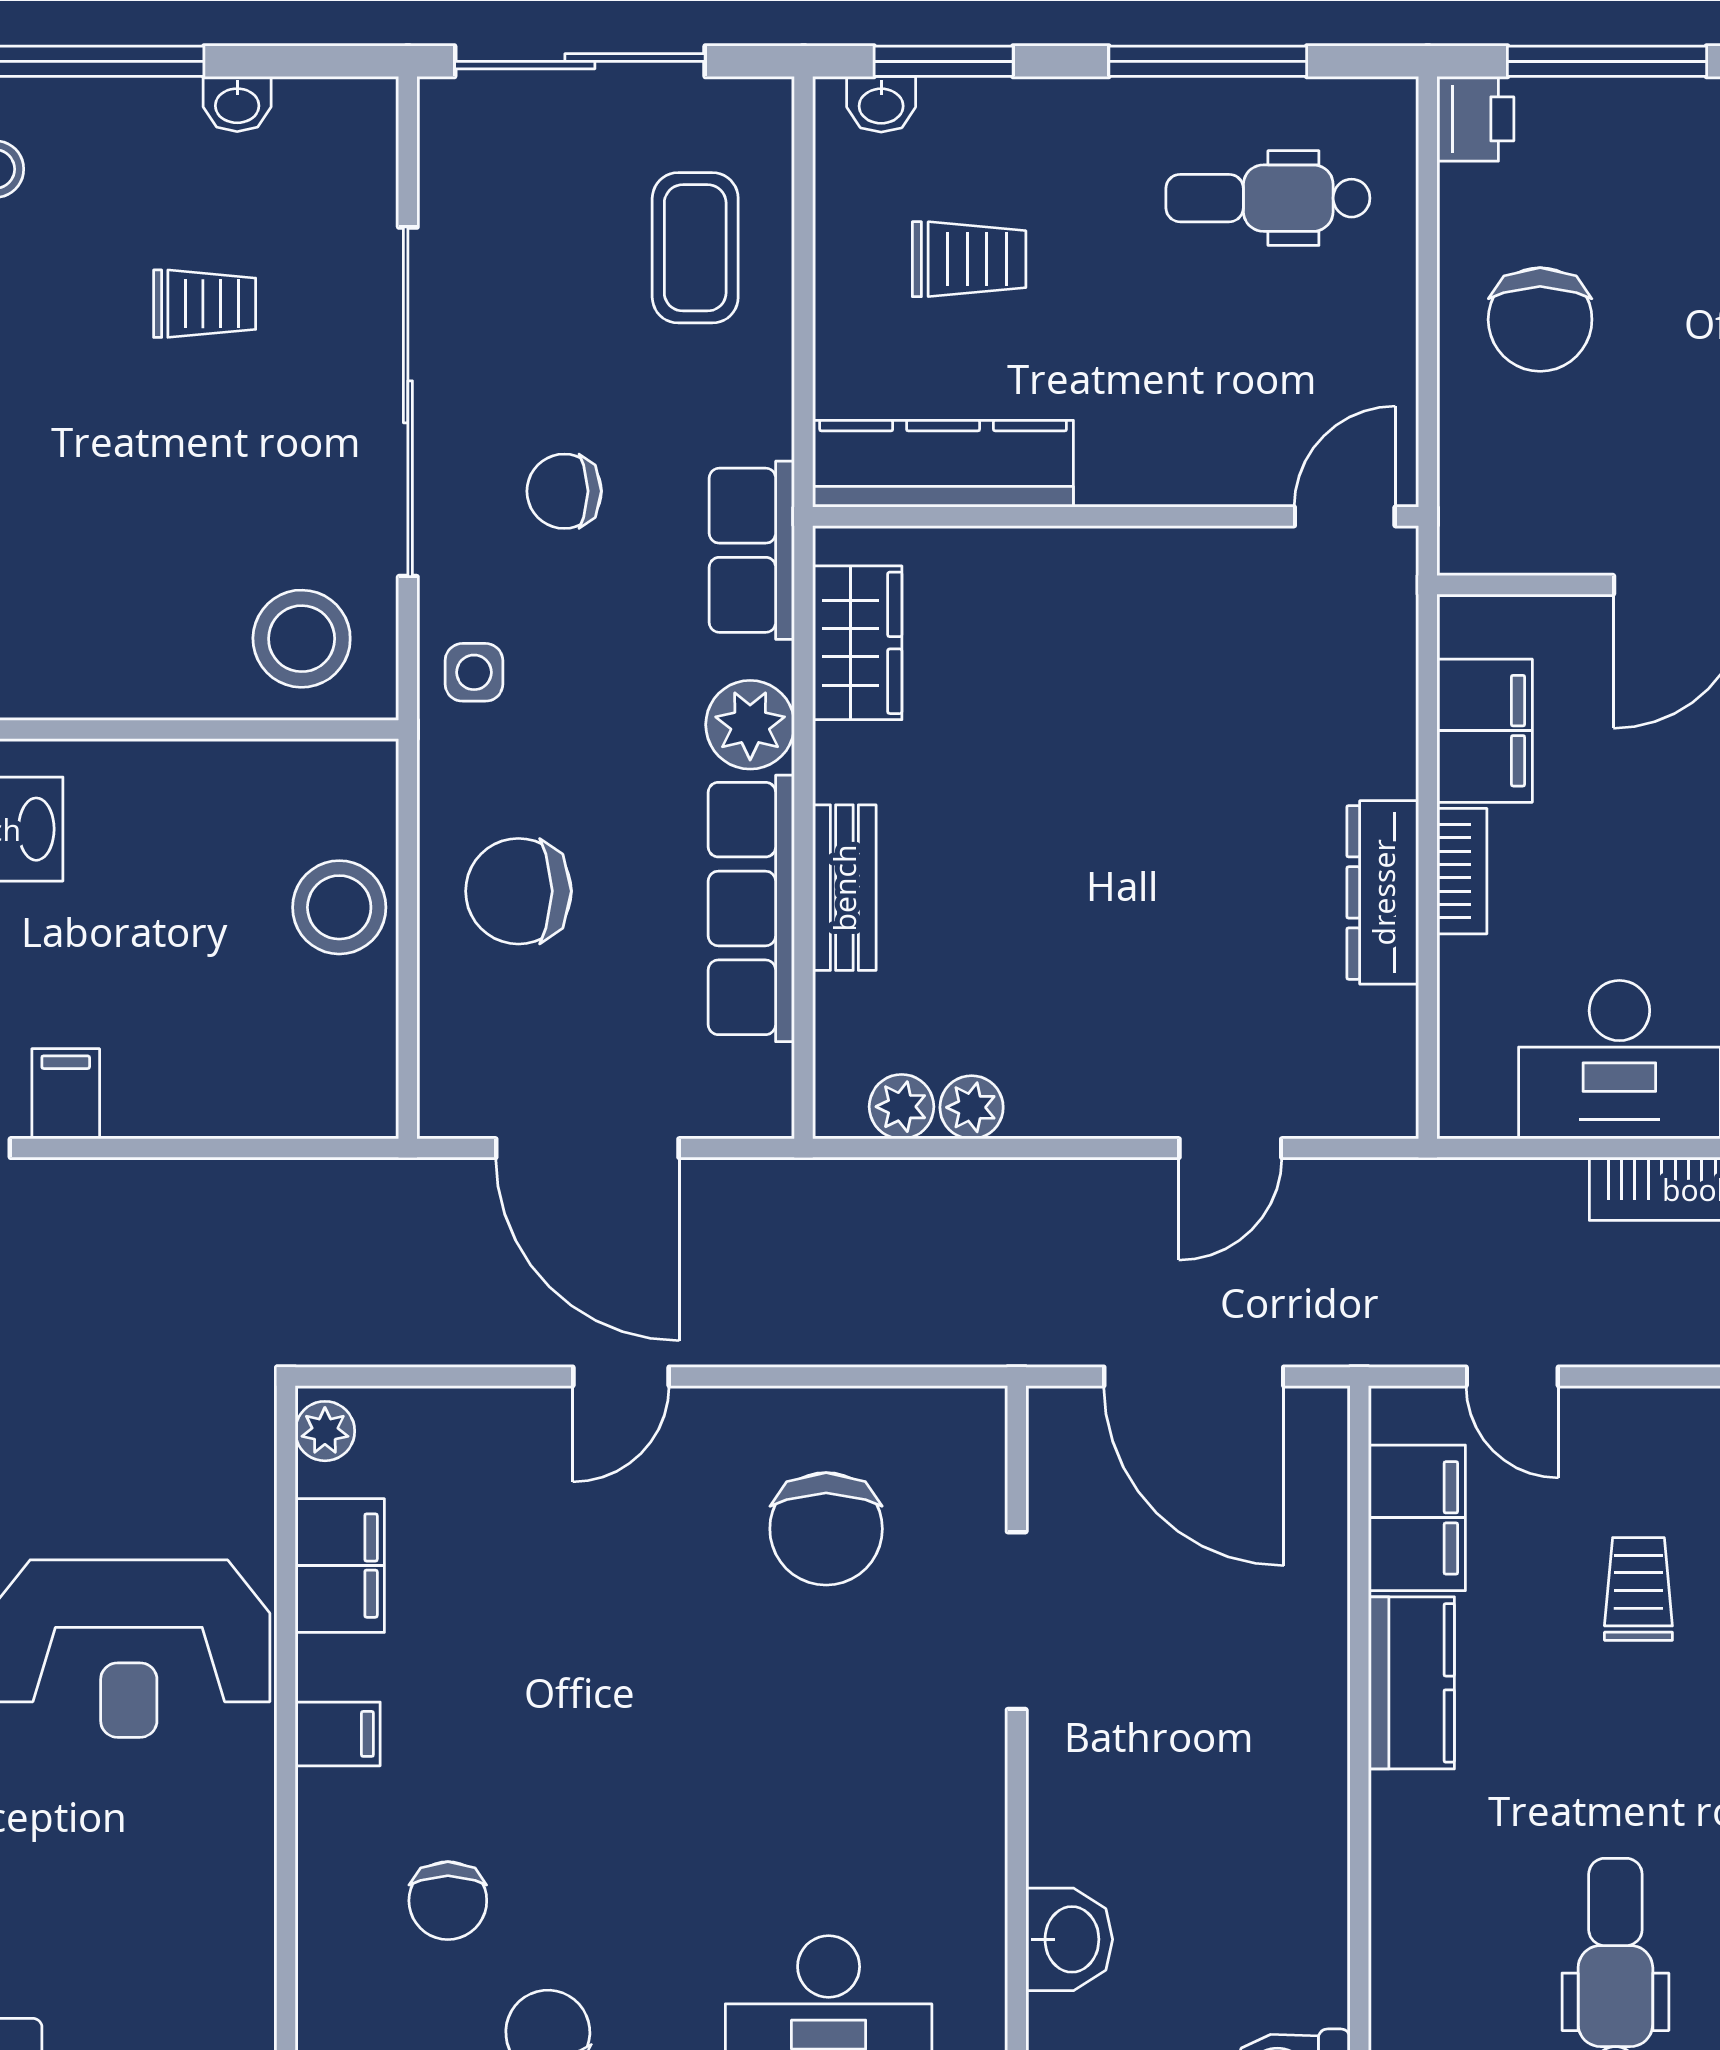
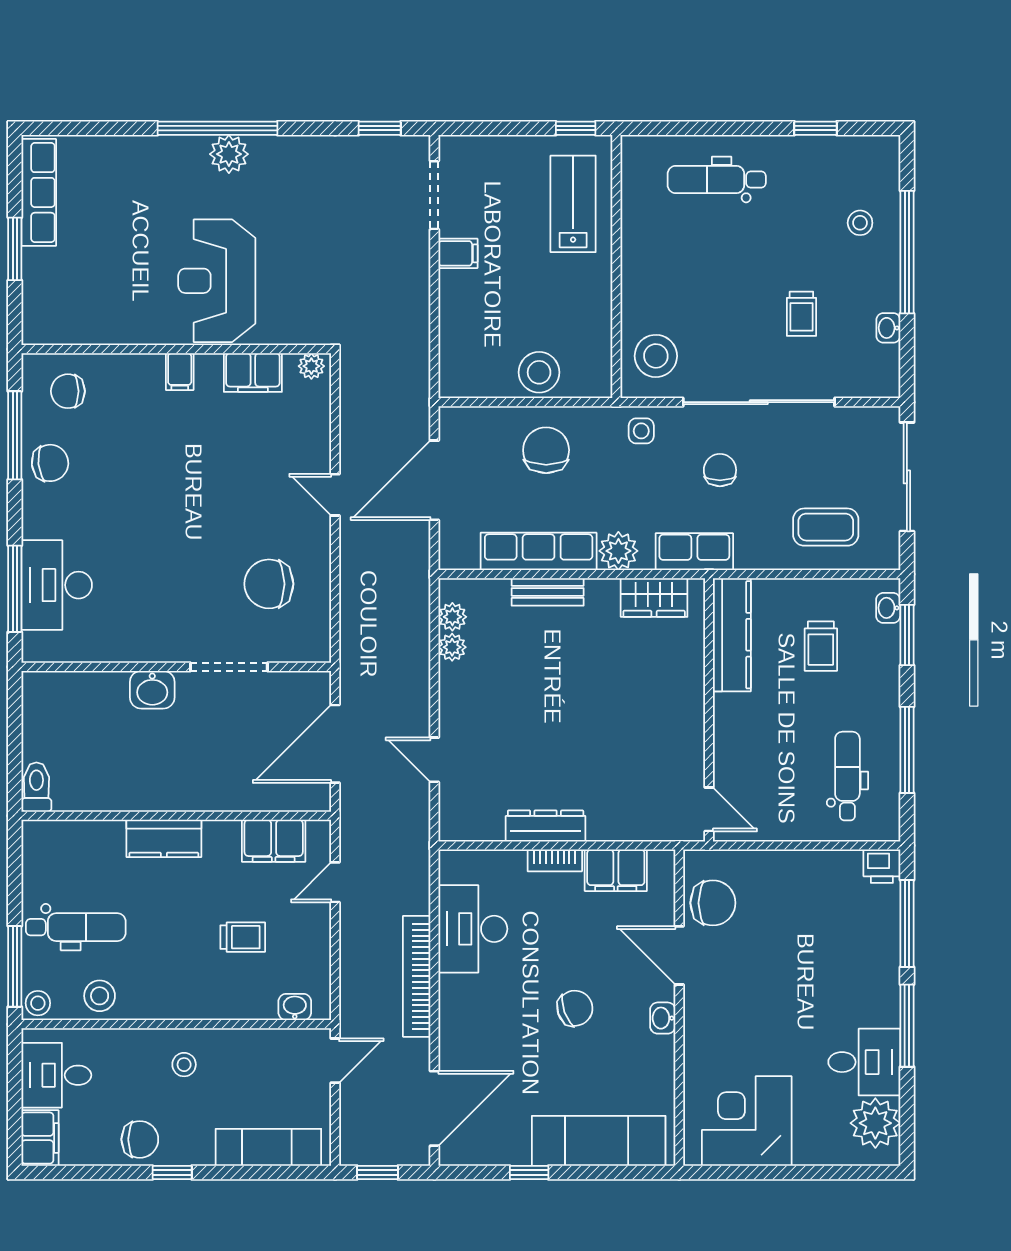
chair: (1540, 320) -> (713, 903), moved, turned 180
kitchen counter: (1411, 1683) -> (164, 838), moved
chair: (448, 1901) -> (68, 391), moved
washbasin: (1069, 1939) -> (152, 690), moved

